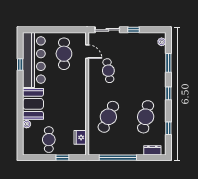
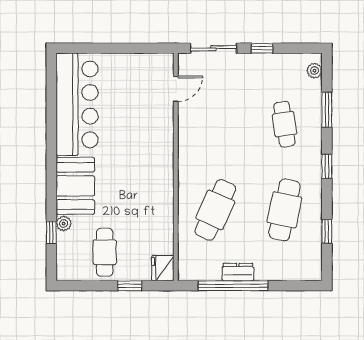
door: (87, 52) -> (176, 89), hinge flipped
cafe table: (64, 54) -> (133, 93), removed
window: (20, 65) -> (51, 233), moved
cafe table: (108, 71) -> (284, 124), moved
fridge: (80, 137) -> (163, 268), moved
dresser: (152, 150) -> (238, 272), moved

